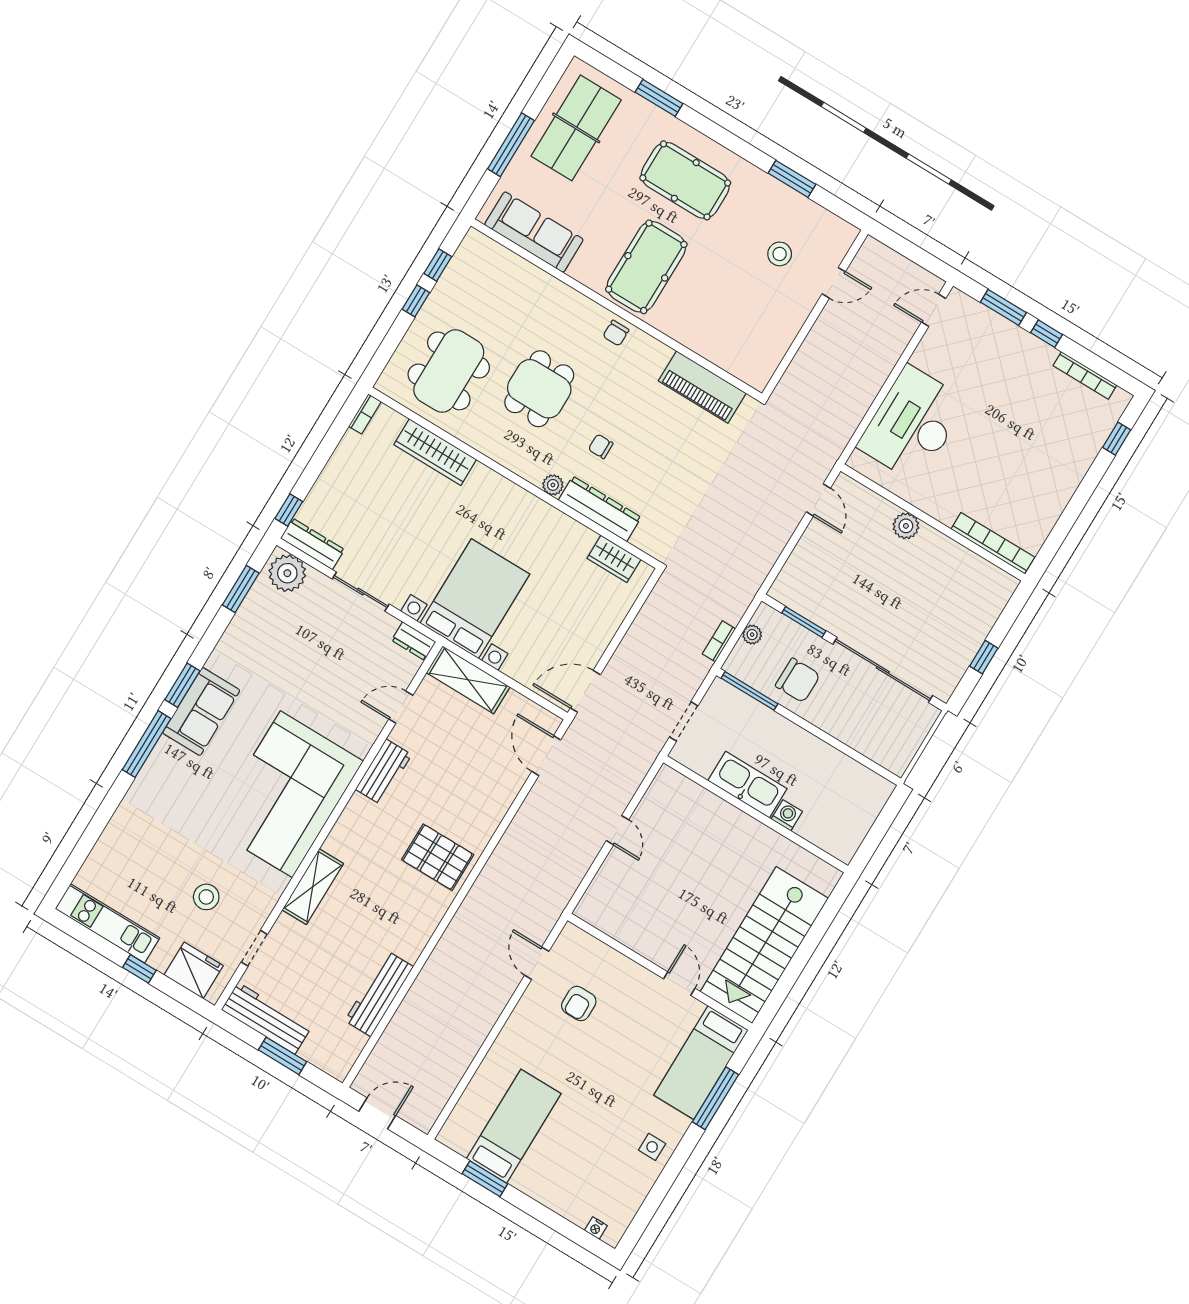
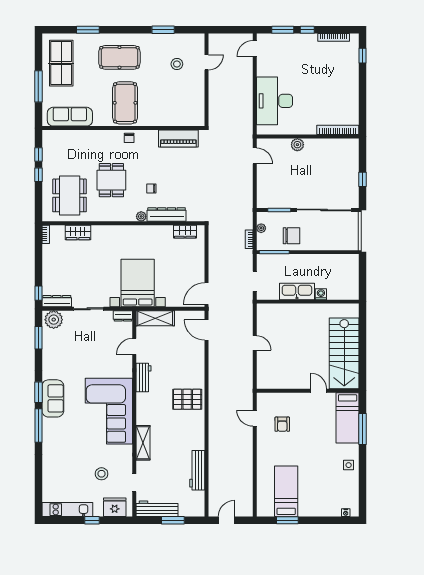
wardrobe: (435, 452) -> (78, 232), width x0.67

